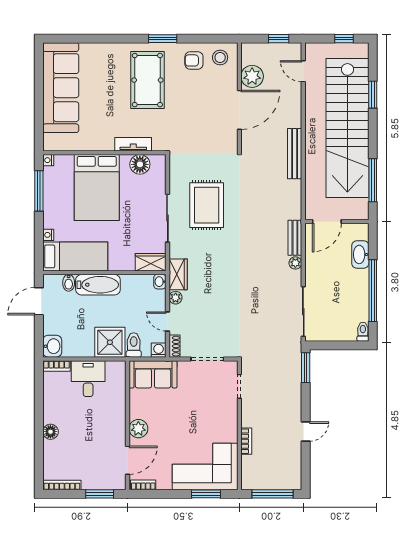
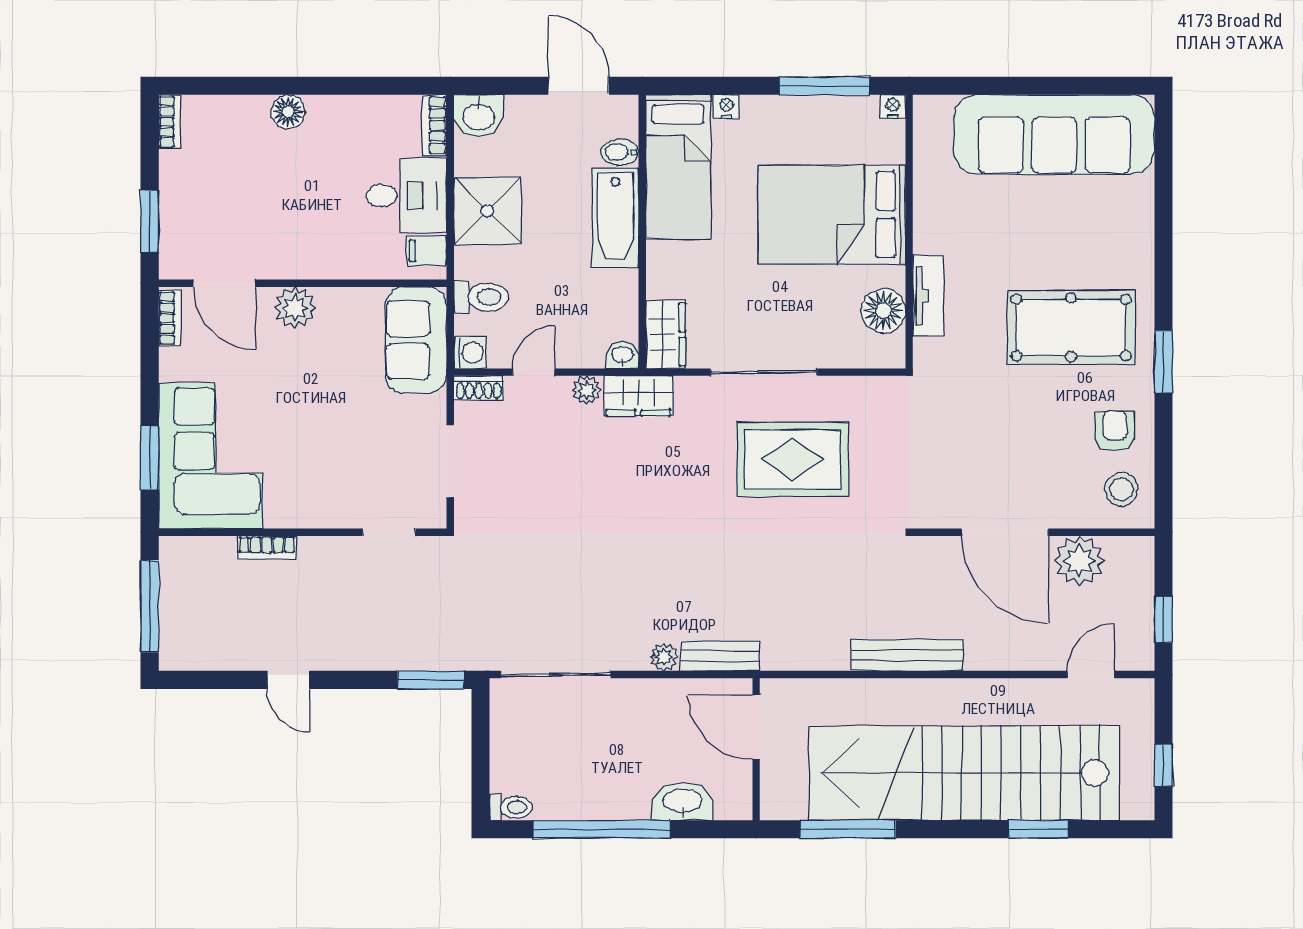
shower: (110, 342) -> (487, 211), moved
filing cabinet: (113, 370) -> (427, 251), added
bookcase: (62, 485) -> (169, 122), width x0.64

